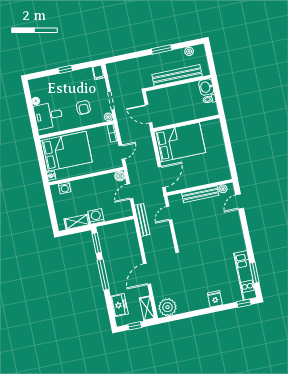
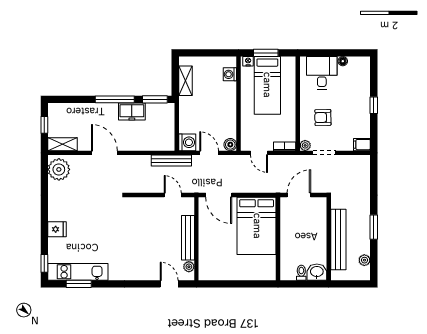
bed: (66, 151) -> (267, 85), width x0.67
window: (42, 163) -> (266, 53), added
washing machine: (96, 216) -> (187, 142), moved
freezer: (119, 305) -> (132, 111), moved

